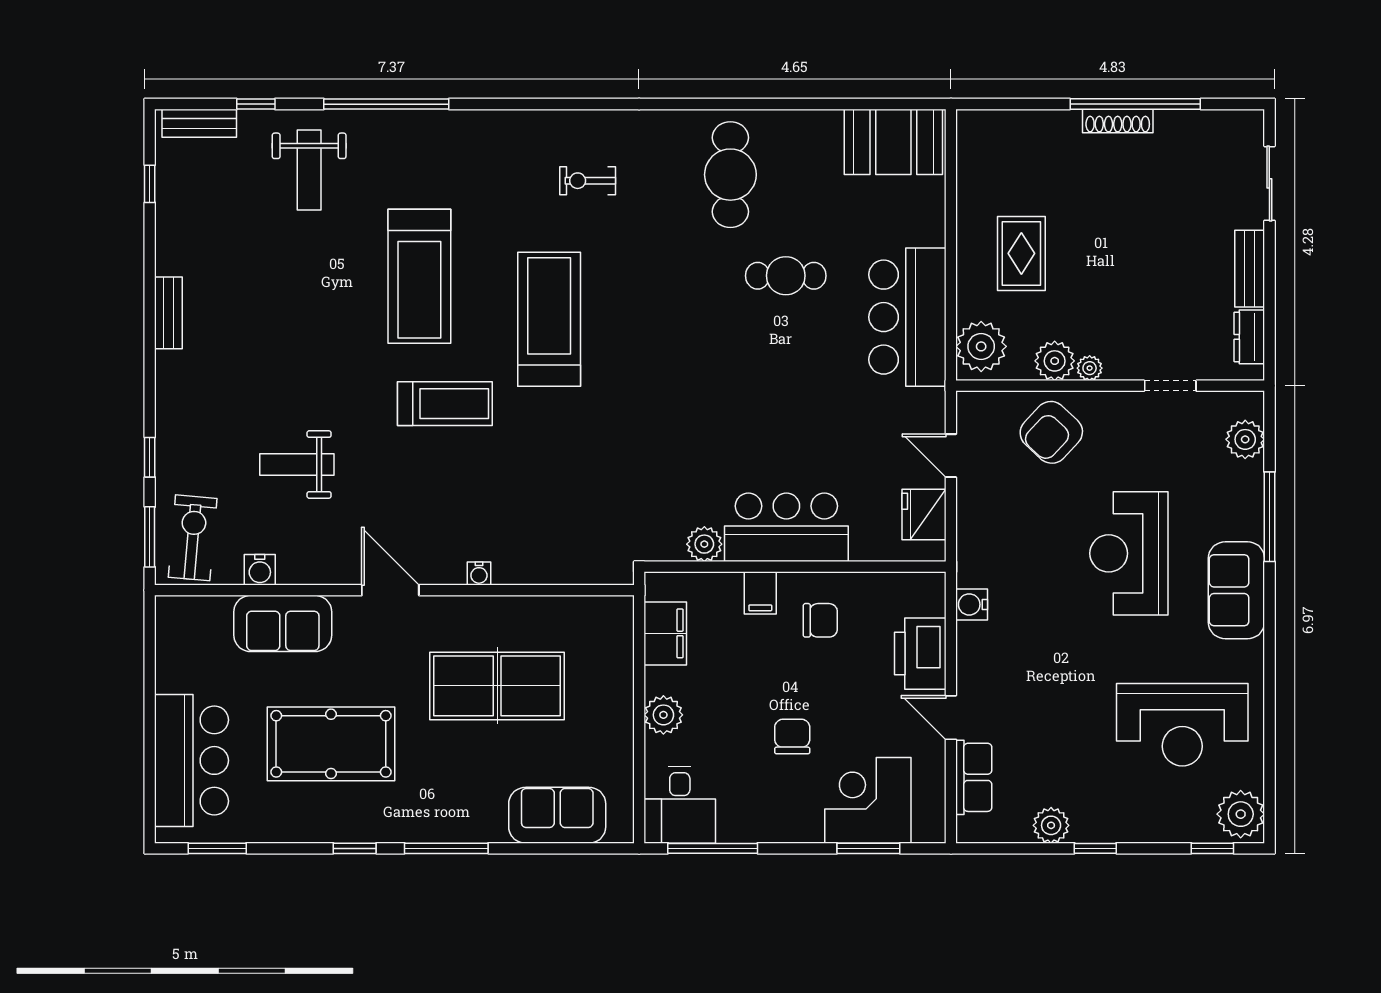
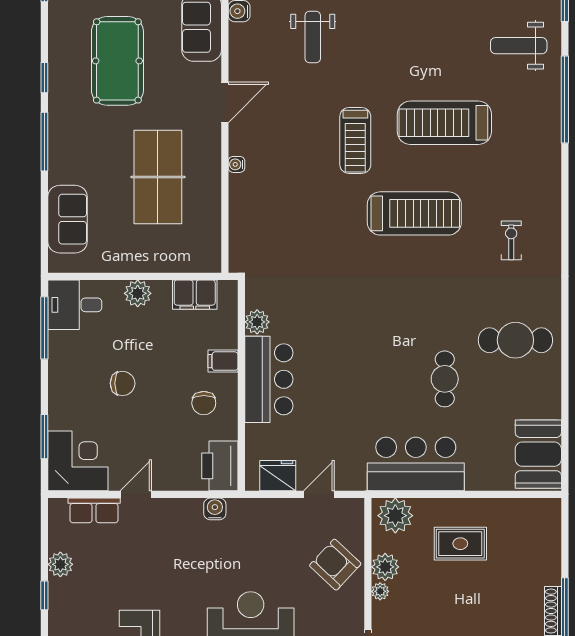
weight bench: (297, 464) -> (313, 37), turned 180
printer: (920, 654) -> (220, 466), moved, turned -90
corner desk: (868, 800) -> (78, 461), moved

